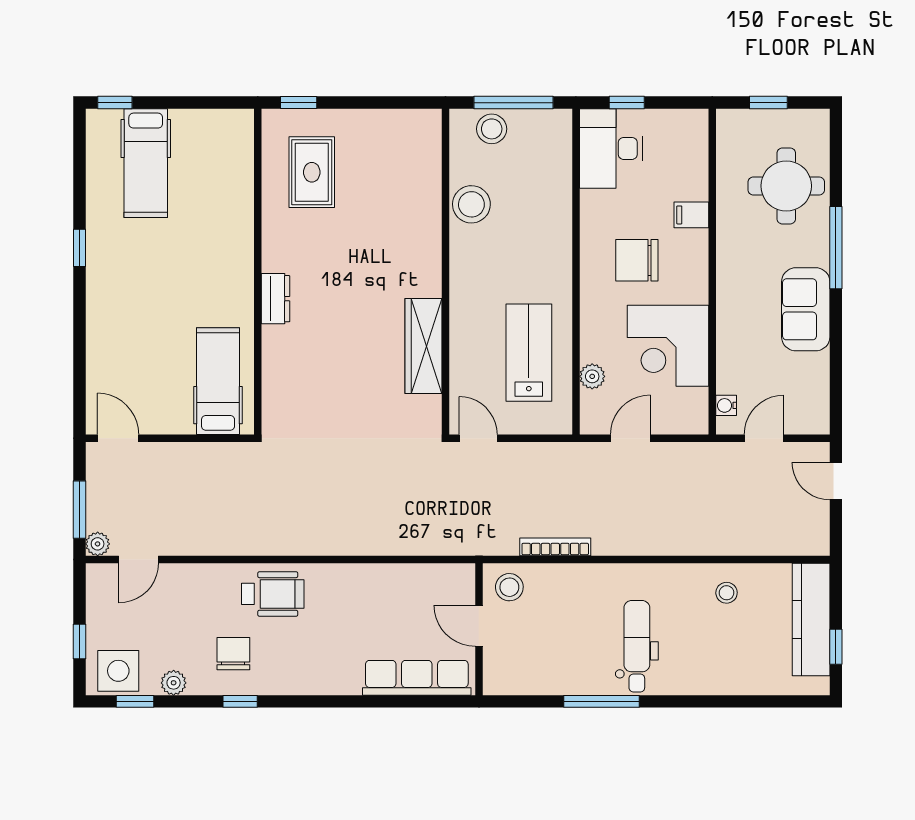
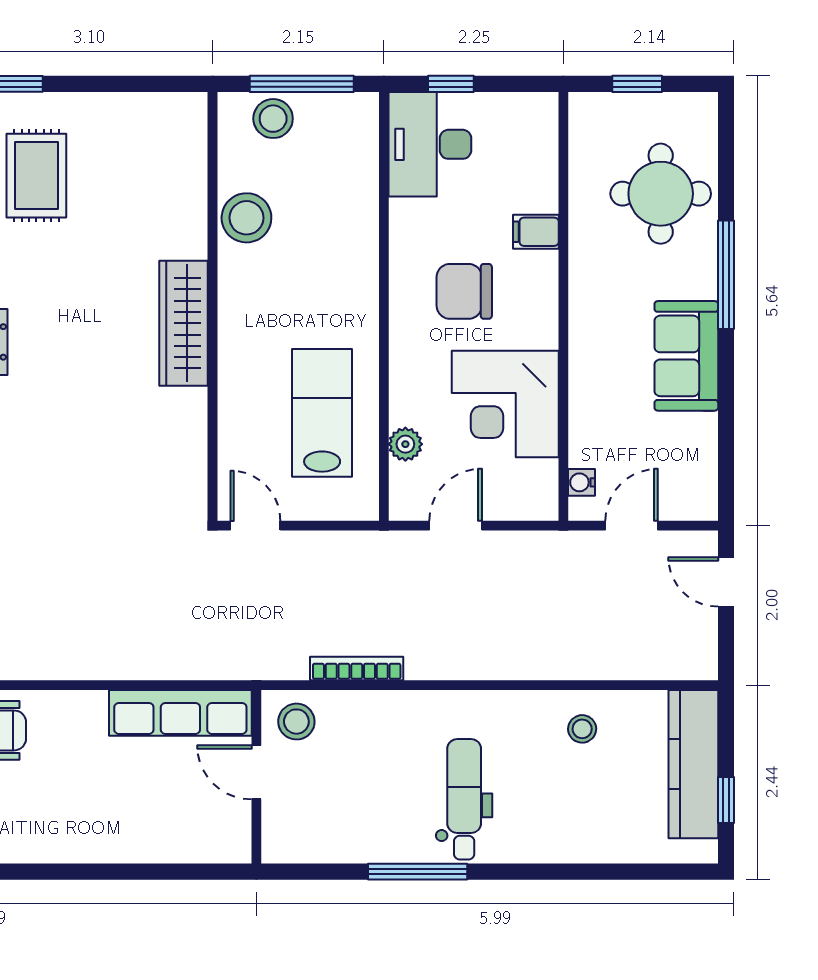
wardrobe: (424, 346) -> (183, 323), moved
row of seats: (417, 678) -> (180, 713), moved, turned 180

